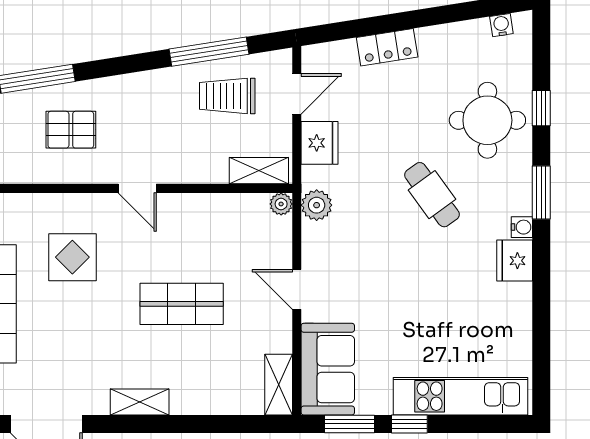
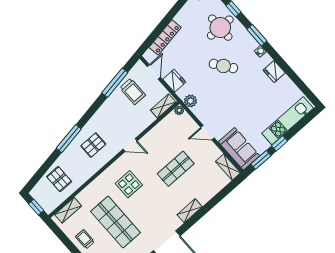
locker: (387, 47) -> (165, 37), width x1.53
trolley: (227, 96) -> (133, 92), turned -90
fridge: (515, 261) -> (274, 71), moved

